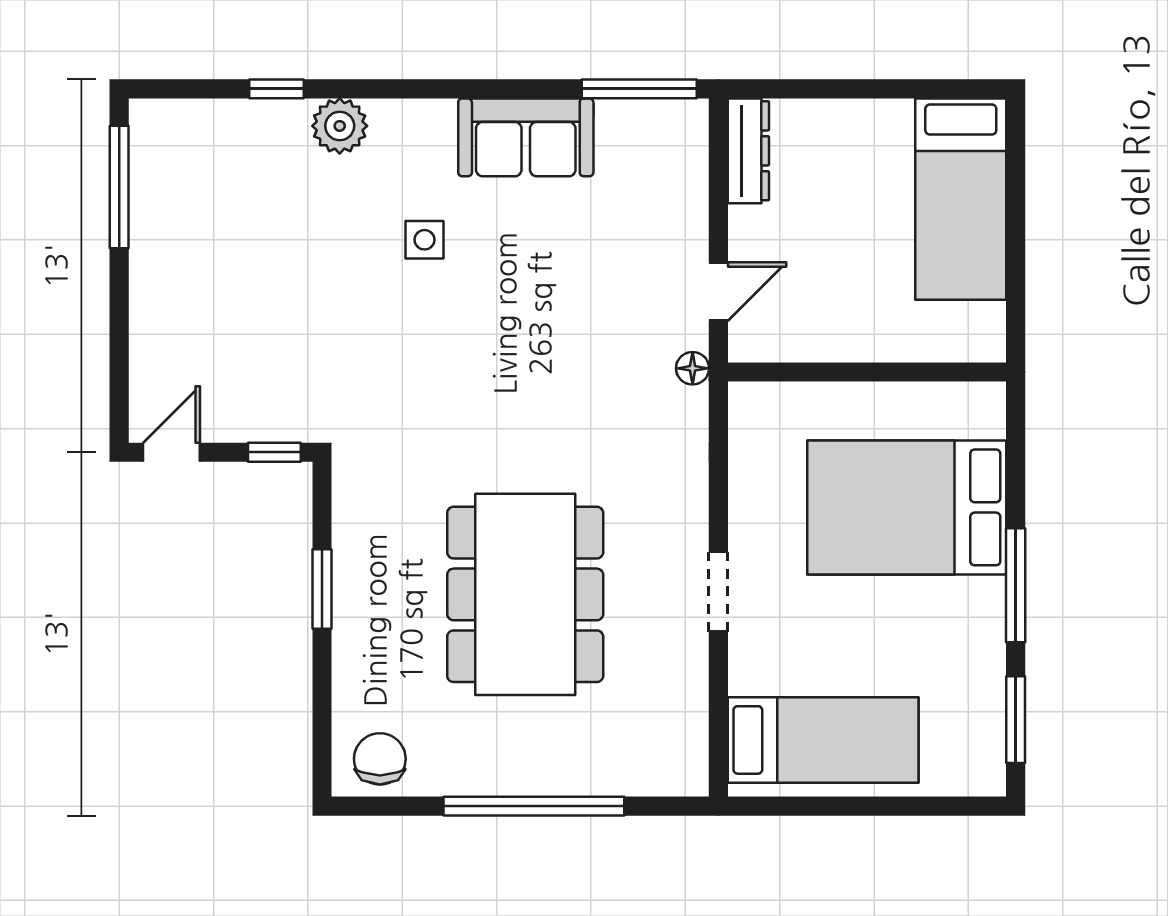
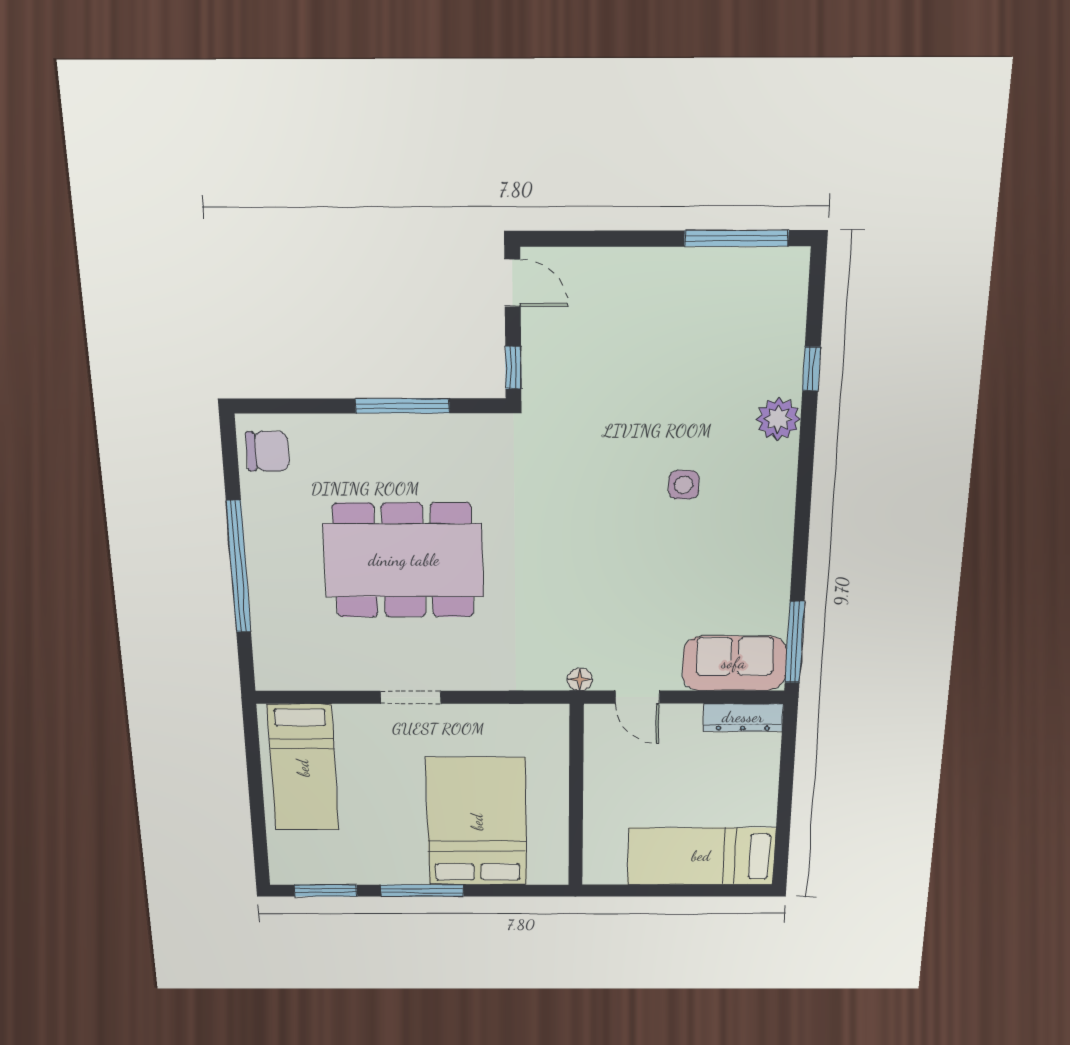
sofa: (526, 137) -> (734, 663), moved, turned 90
window: (322, 589) -> (402, 406), width x1.44

